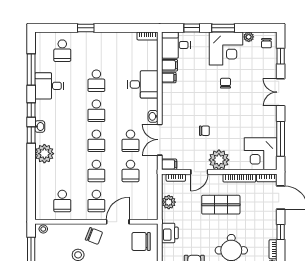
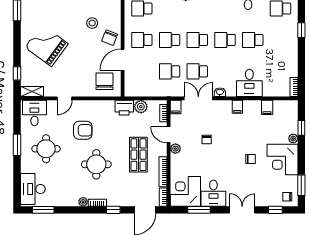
window: (223, 28) -> (301, 185), moved
plant: (249, 37) -> (293, 139), moved
desk: (176, 45) -> (213, 193), moved, turned 180
filing cabinet: (169, 78) -> (237, 107), moved
window: (281, 139) -> (199, 210), width x0.69
plant: (219, 160) -> (175, 149), width x0.53, depth x0.53
door: (118, 222) -> (123, 60), swing flipped
printer: (170, 233) -> (124, 108), moved

